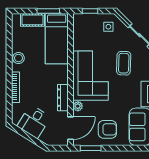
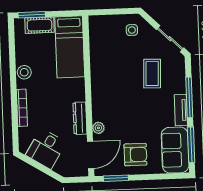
window: (48, 11) -> (32, 15), moved
window: (90, 11) -> (109, 12), removed
corner sofa: (91, 76) -> (112, 90), removed

